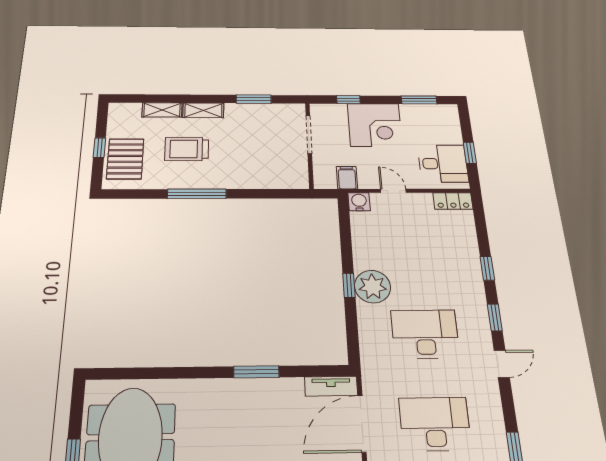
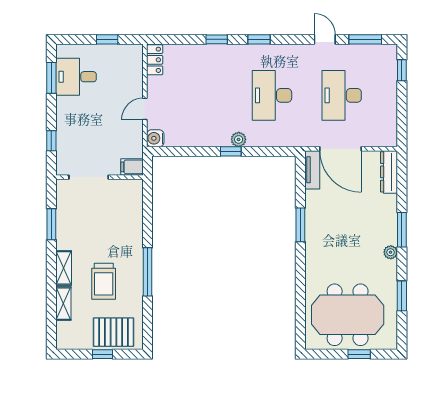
corner desk: (375, 125) -> (78, 119), removed
desk: (443, 164) -> (76, 77), moved, turned -90
filing cabinet: (347, 178) -> (132, 167), moved
plant: (373, 287) -> (239, 139), width x0.53, depth x0.53
door: (502, 364) -> (325, 39), moved

